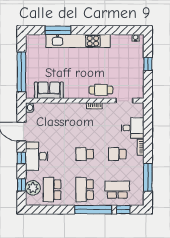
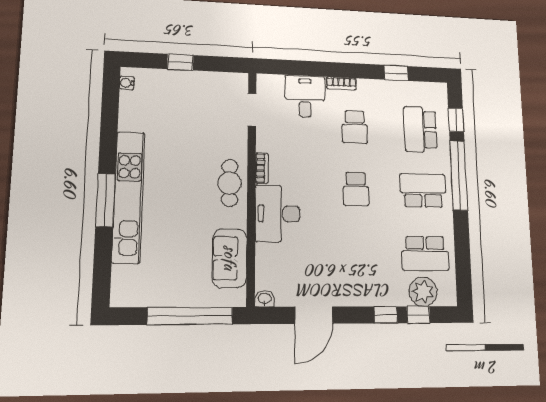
window: (58, 30) -> (106, 200), moved
cafe table: (101, 90) -> (230, 183), moved
desk: (37, 156) -> (278, 214), moved, turned 90
window: (21, 158) -> (386, 315), moved
window: (148, 177) -> (396, 73), width x0.46
school desk: (85, 190) -> (423, 190), turned 180

